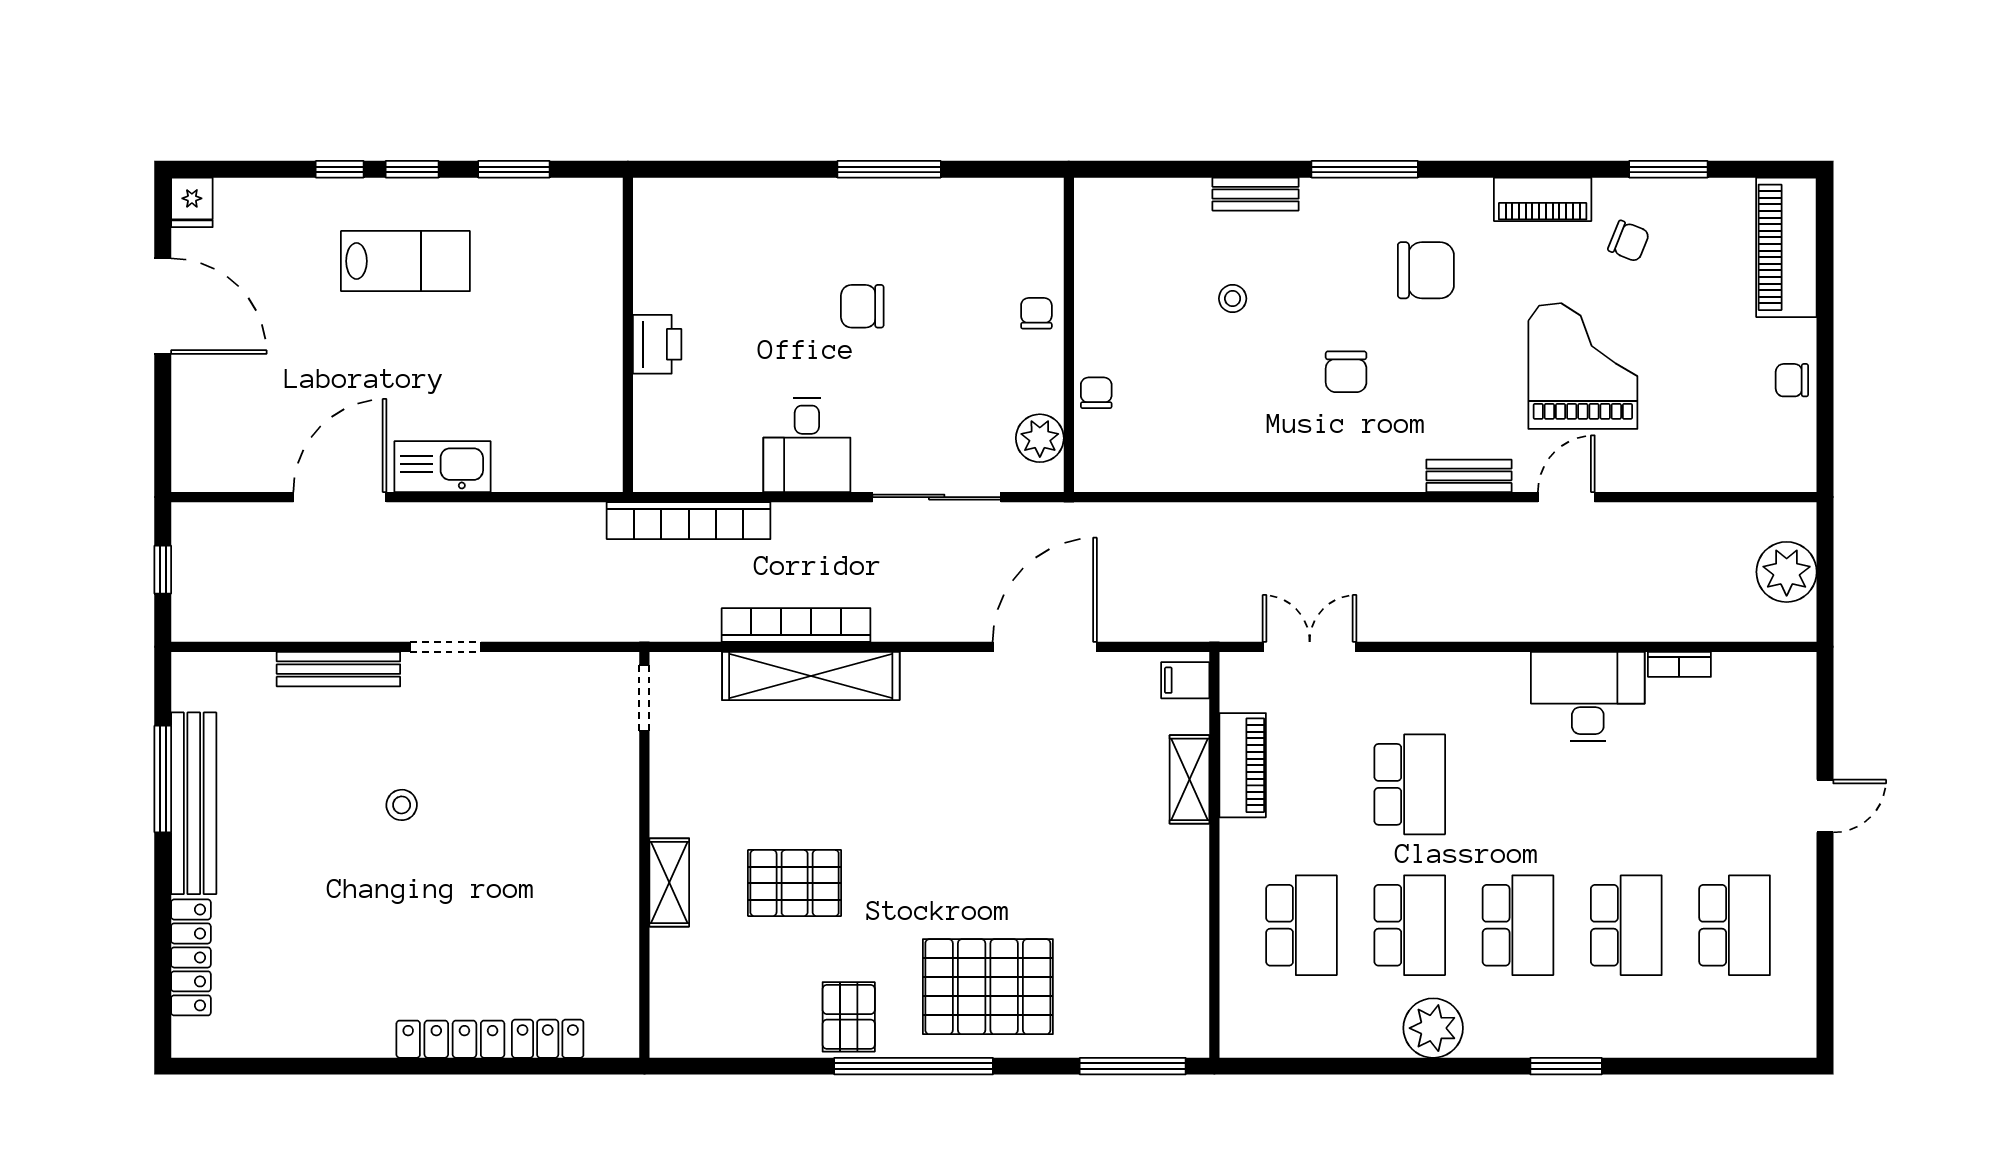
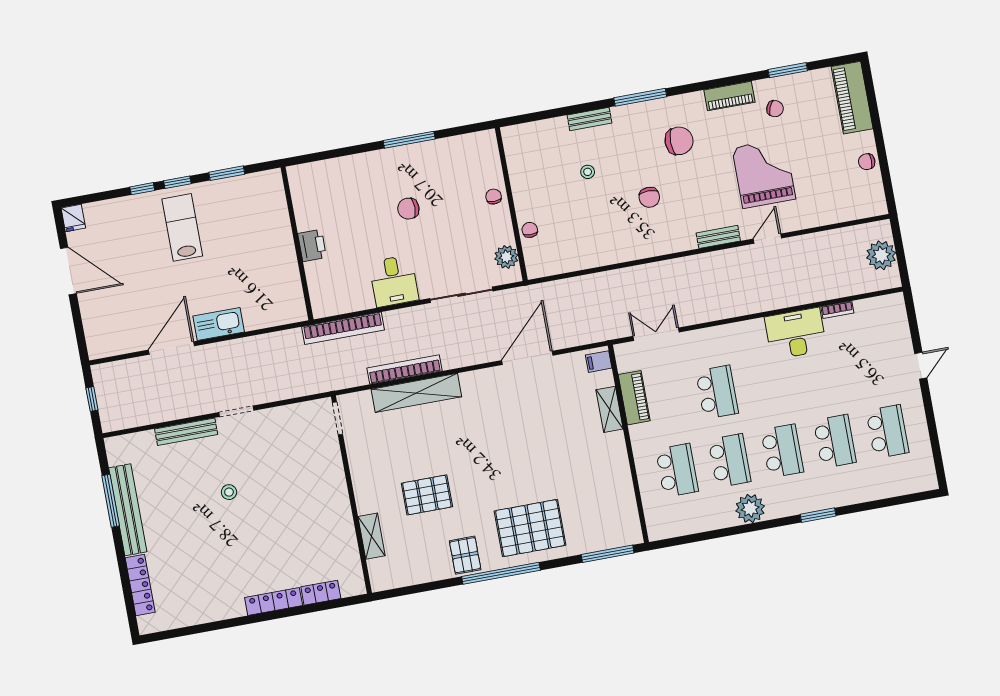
lab bench: (405, 261) -> (182, 227), turned -90
shelving: (669, 882) -> (372, 536), moved

